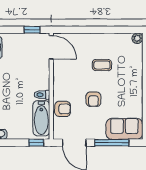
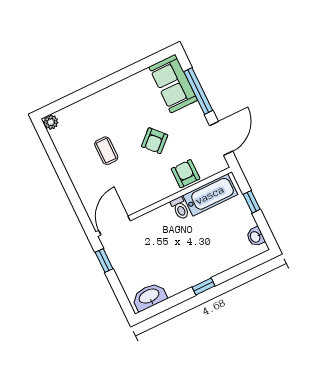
armchair: (93, 99) -> (155, 141), turned 137
window: (36, 143) -> (252, 202), moved

